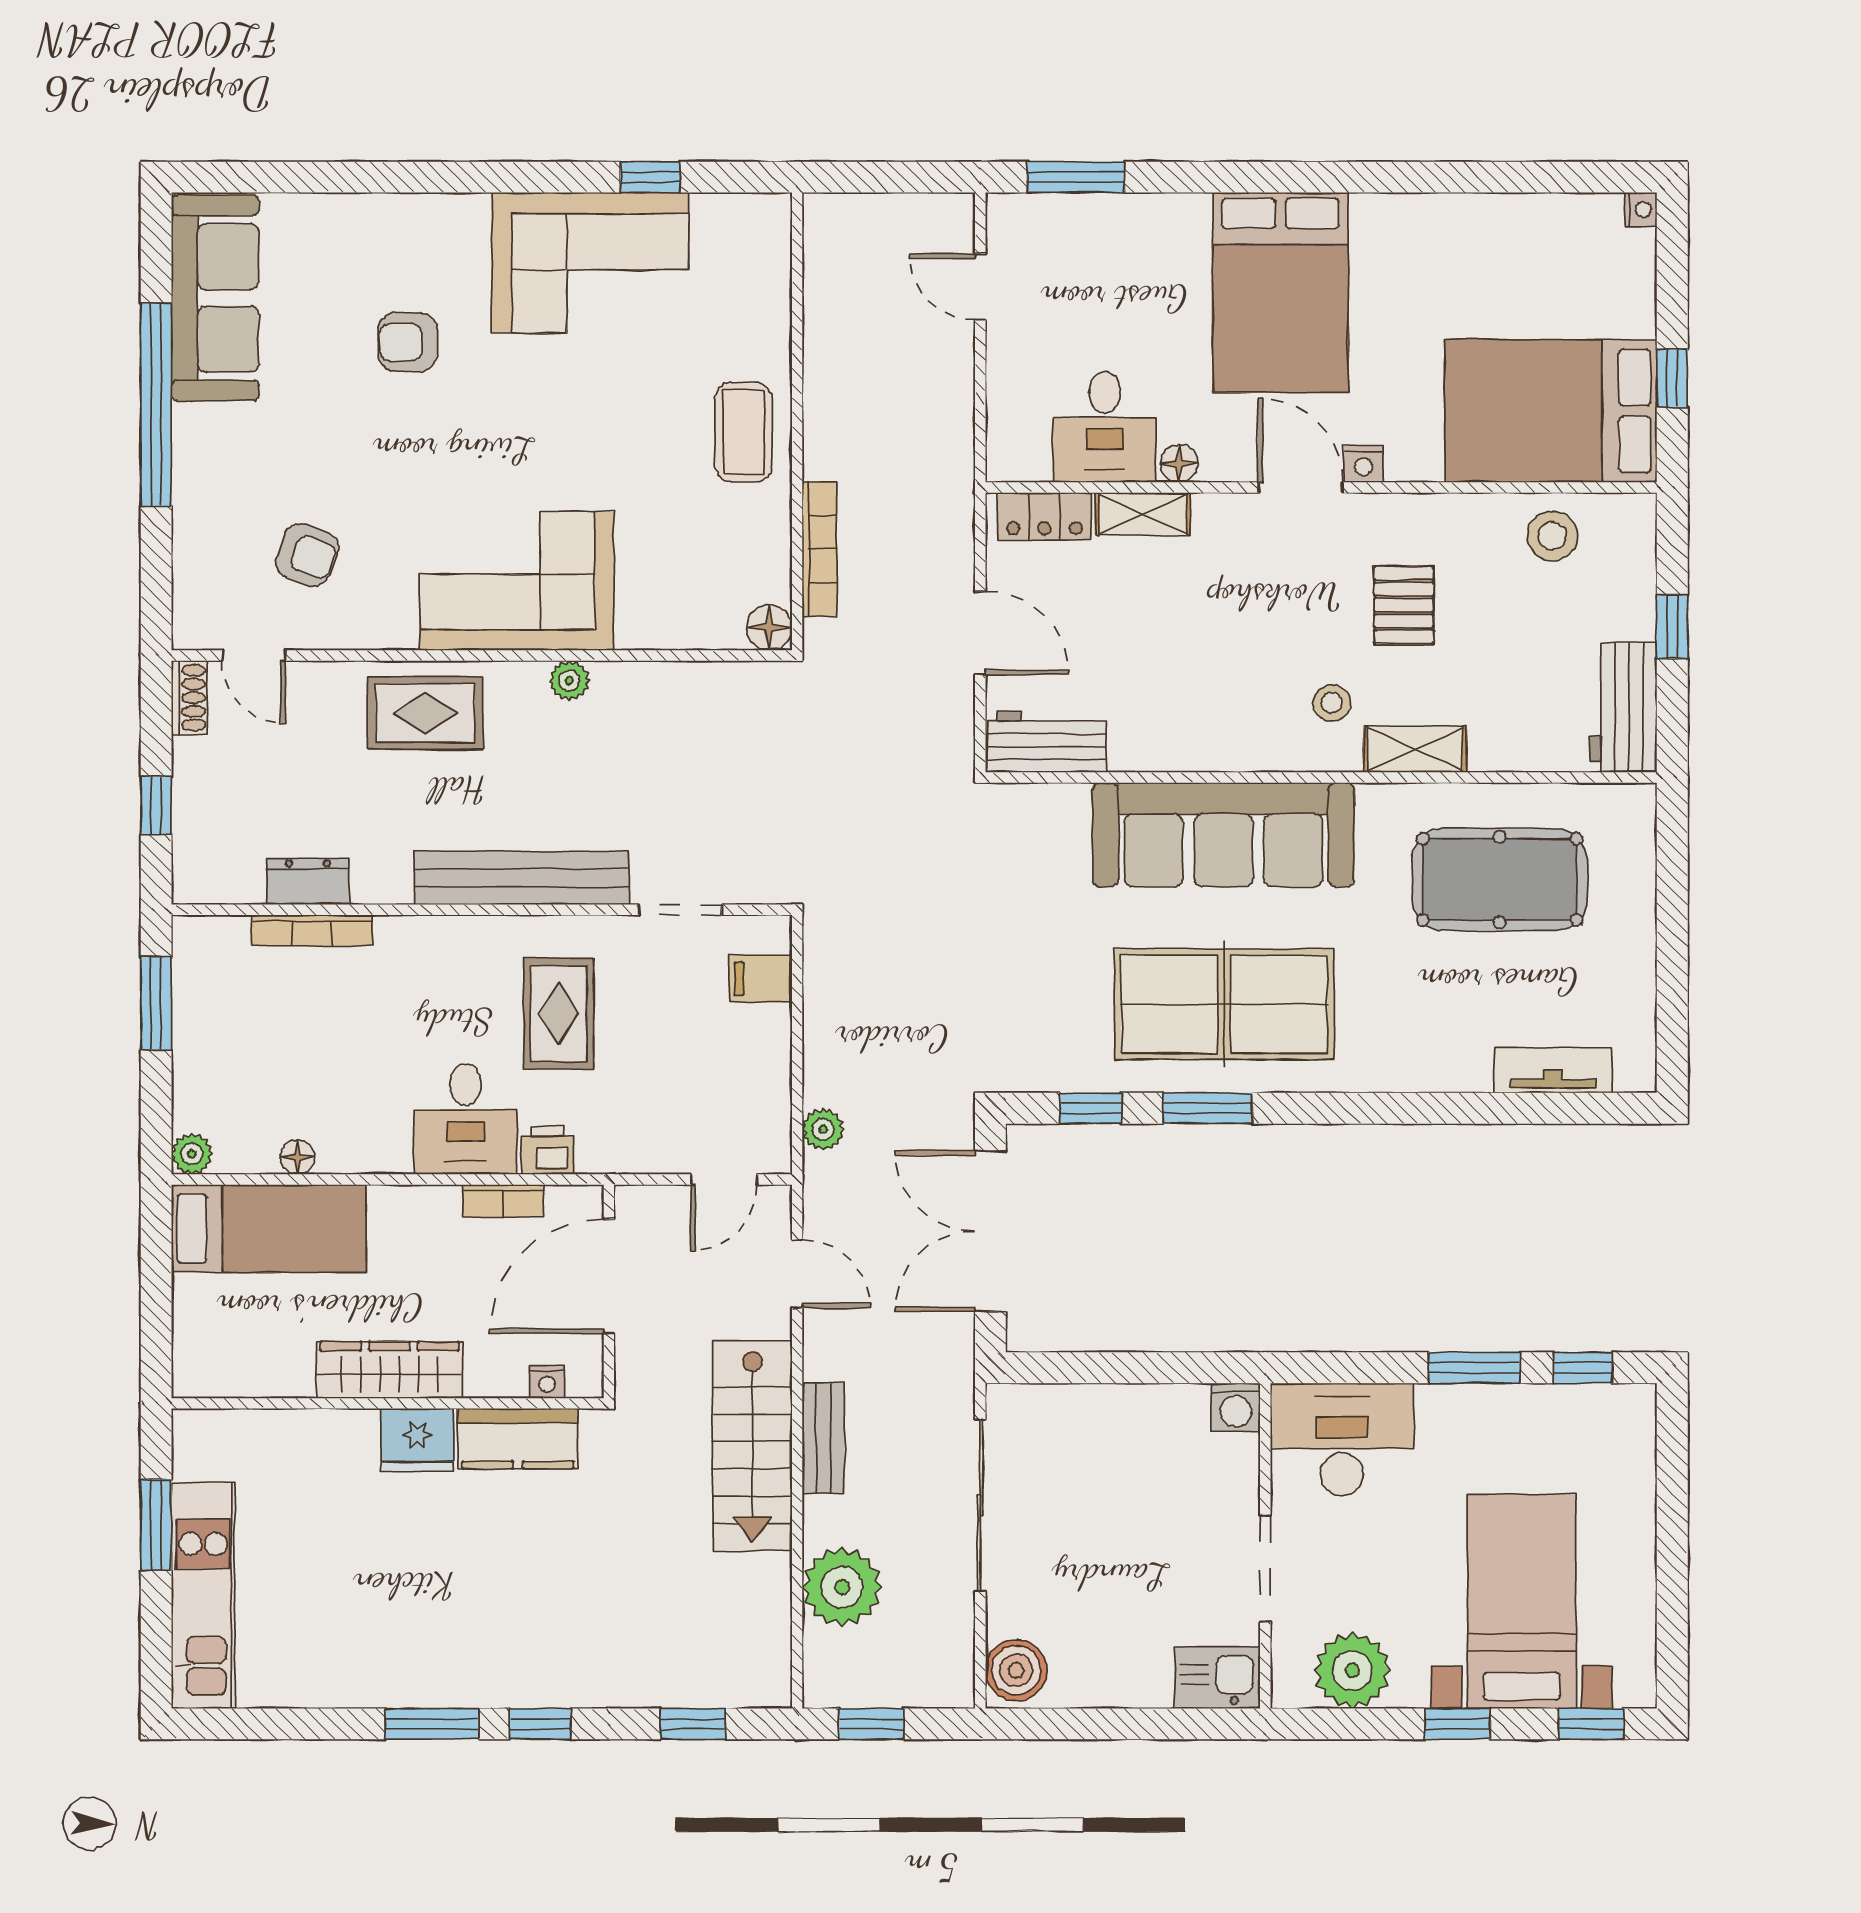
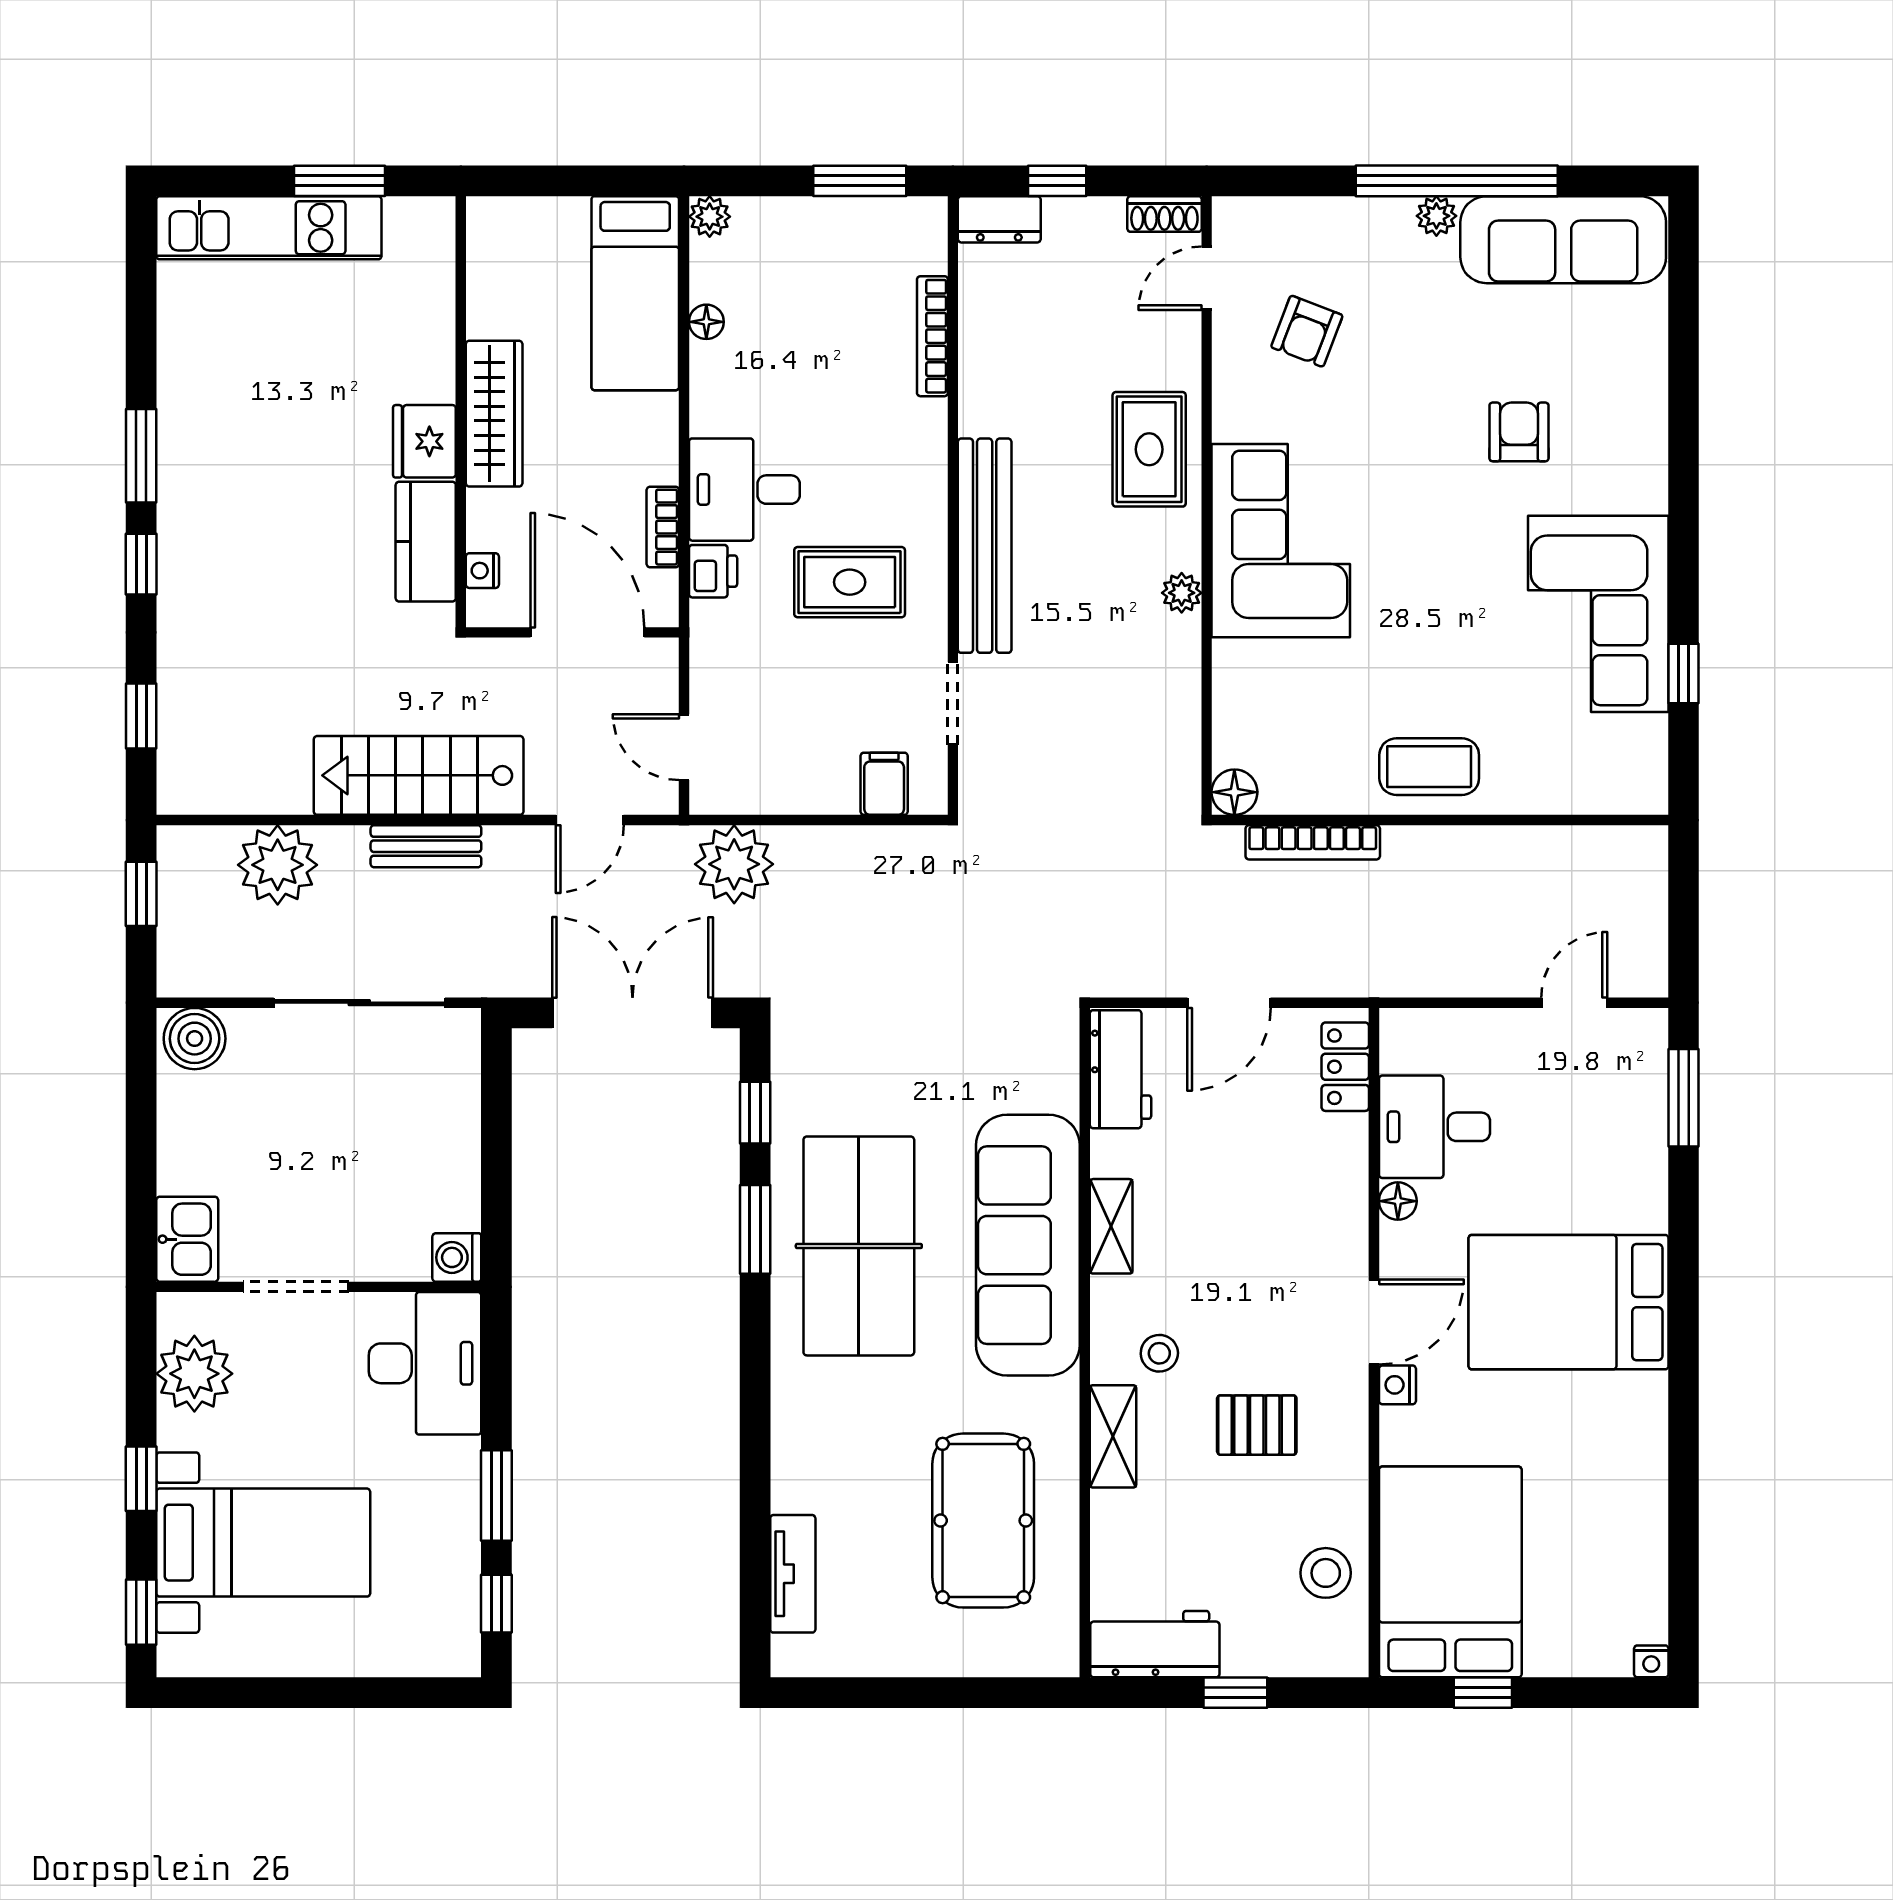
plant: (191, 425) -> (1436, 216), added
shelving: (1143, 514) -> (1111, 1226), moved
dresser: (308, 881) -> (999, 219), moved, turned 90
plant: (823, 1129) -> (734, 864), width x1.88, depth x1.88

